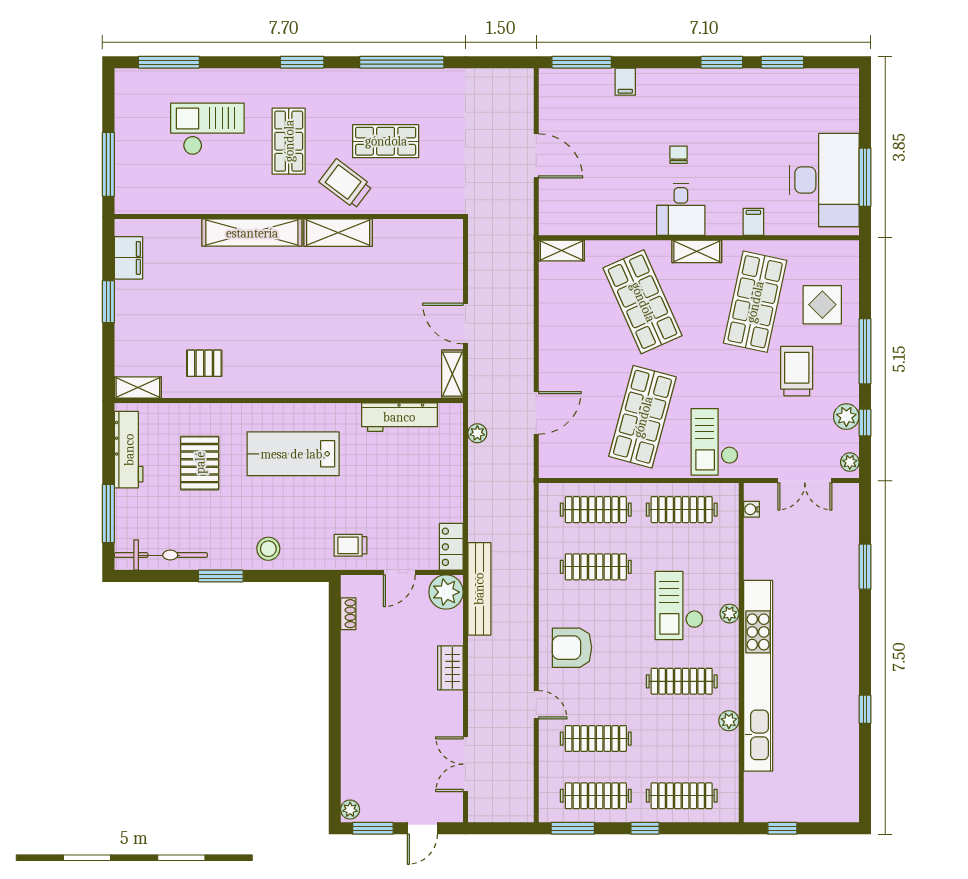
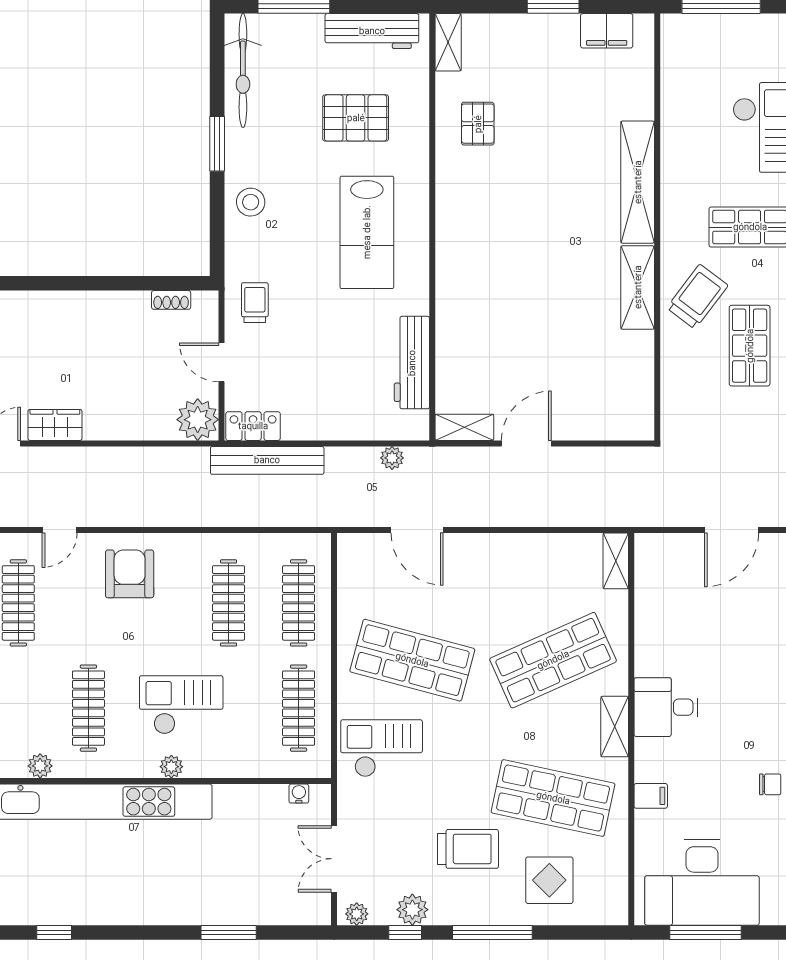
chair: (679, 155) -> (770, 784), moved
lab bench: (293, 454) -> (367, 232), turned 180
bench: (479, 589) -> (267, 460), moved
wardrobe: (450, 668) -> (55, 425), moved

